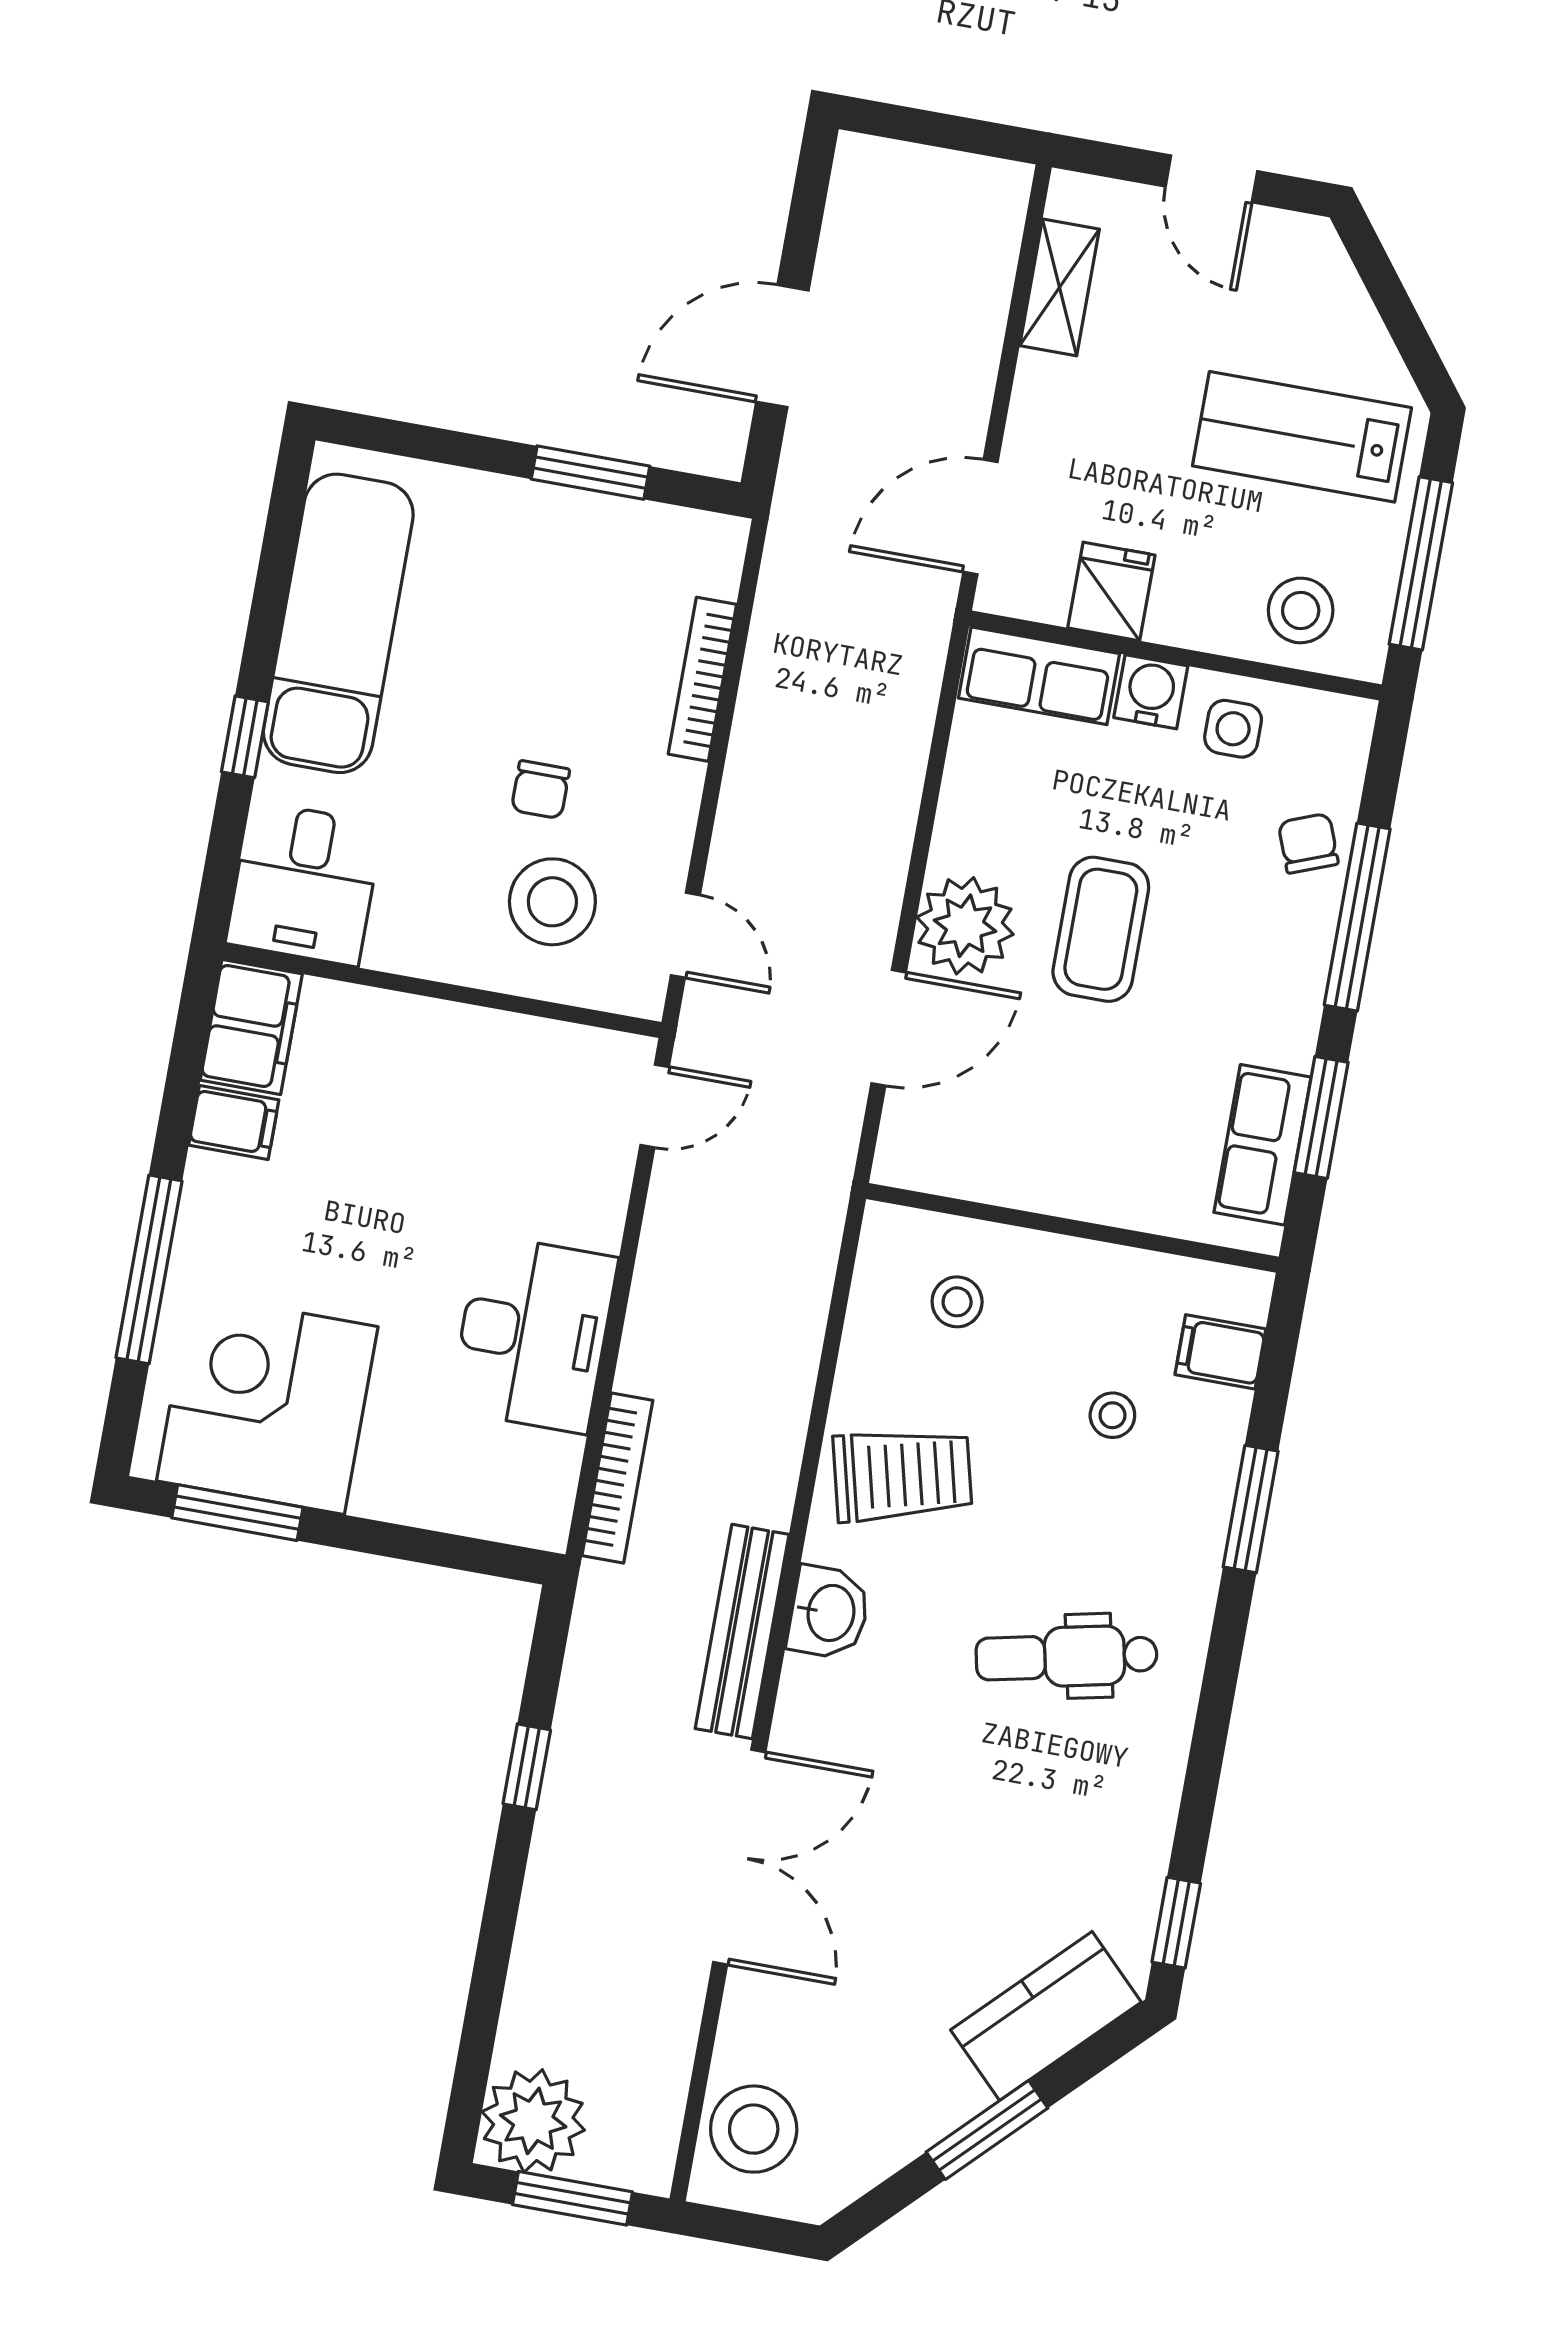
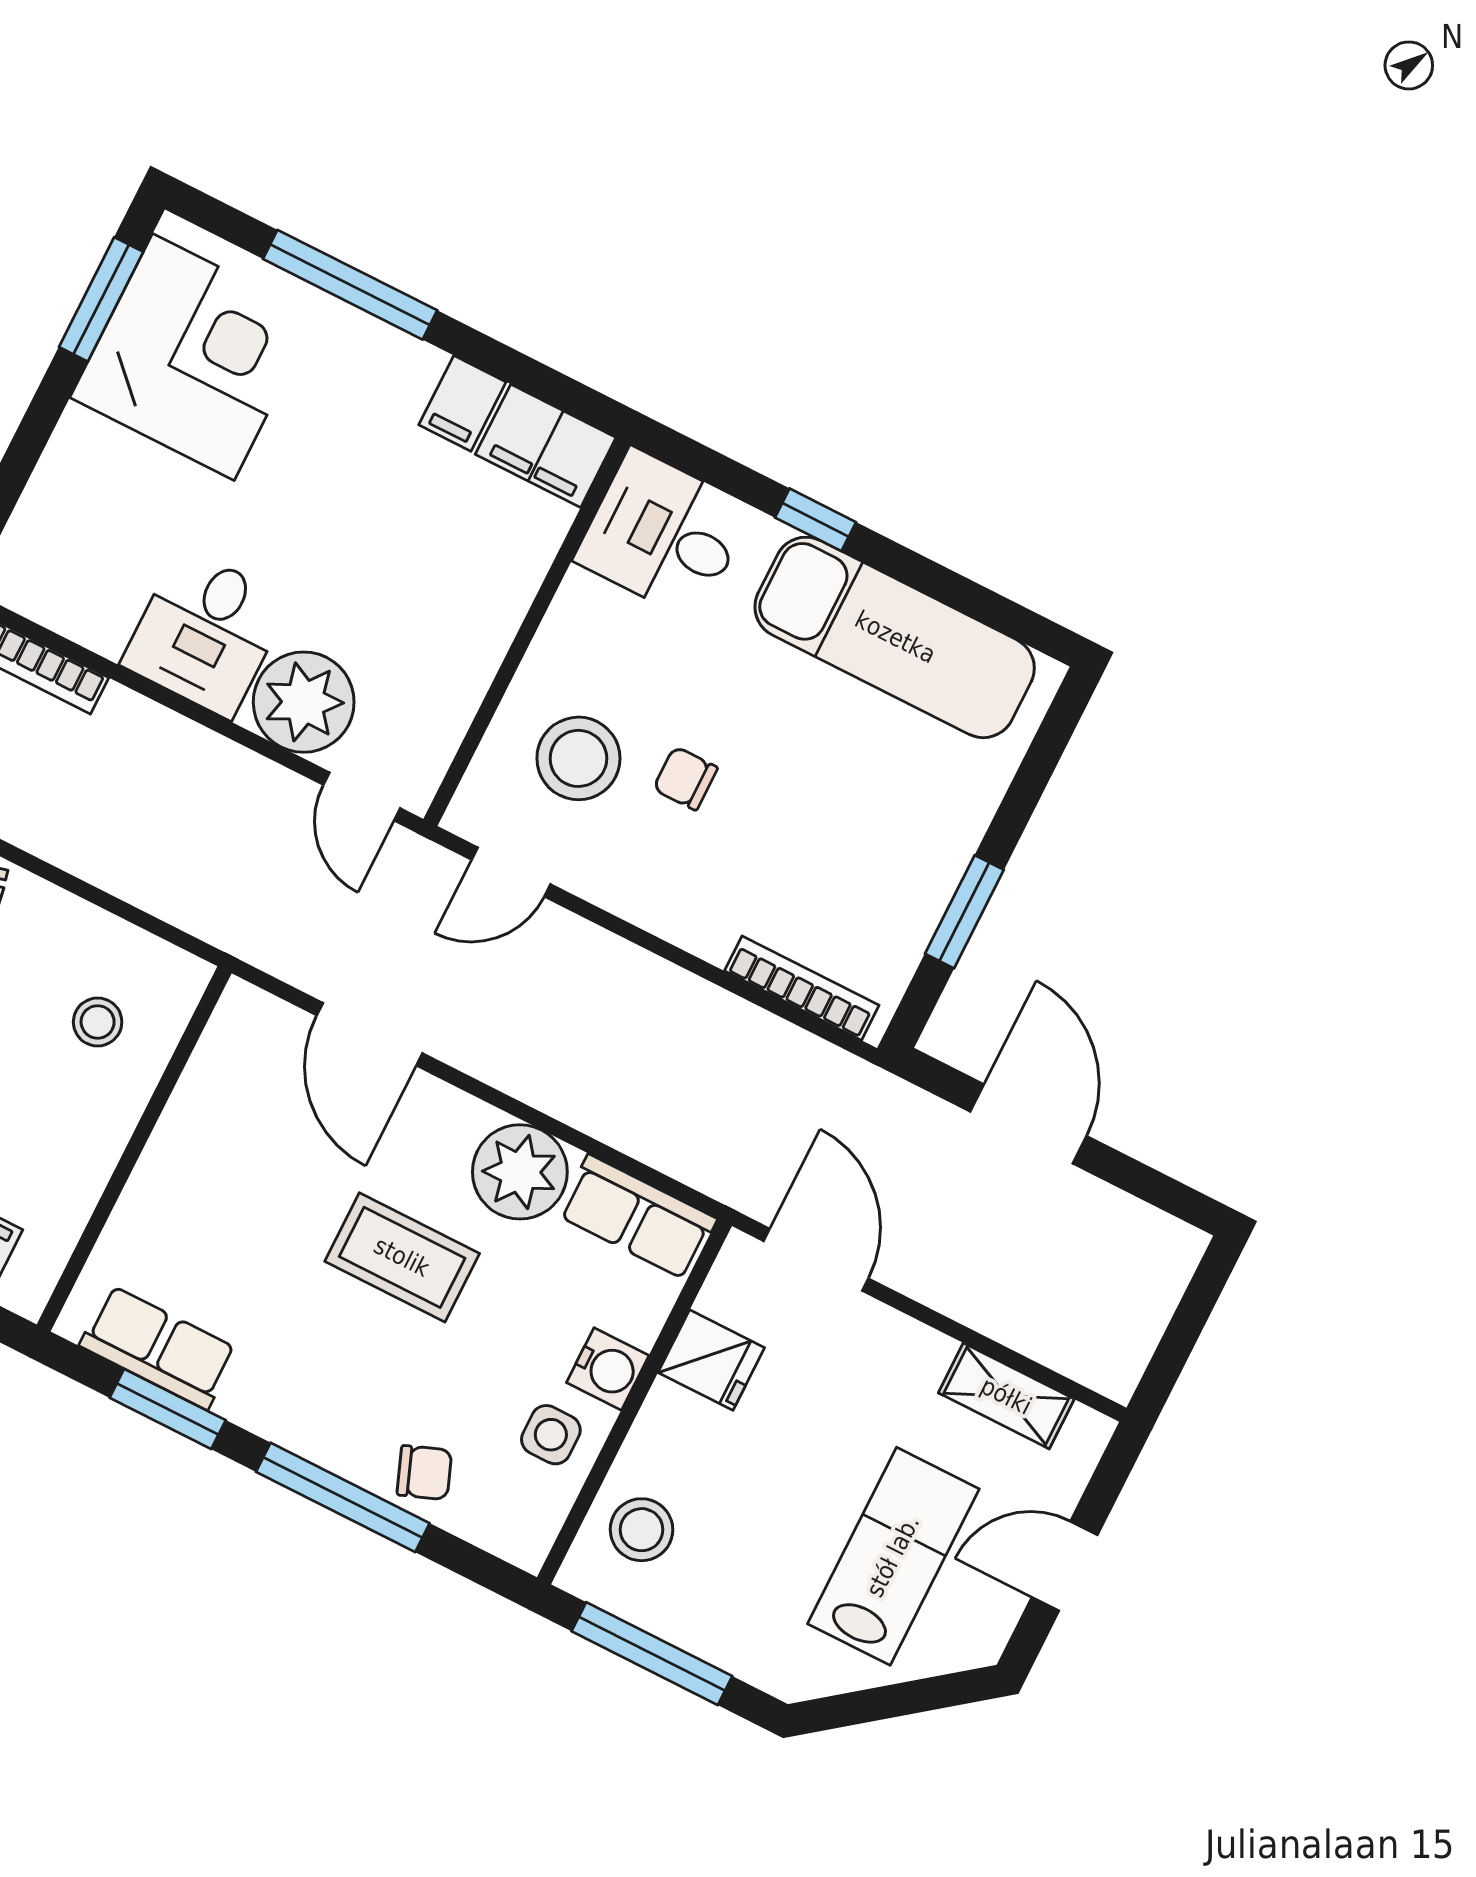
lab bench: (1302, 437) -> (893, 1556), moved
row of seats: (1039, 676) -> (637, 1217), moved, turned -90
bookcase: (702, 679) -> (802, 988), moved
plant: (965, 926) -> (520, 1172), moved
plant: (578, 1192) -> (304, 702), added
desk: (533, 1334) -> (206, 633), width x0.73

